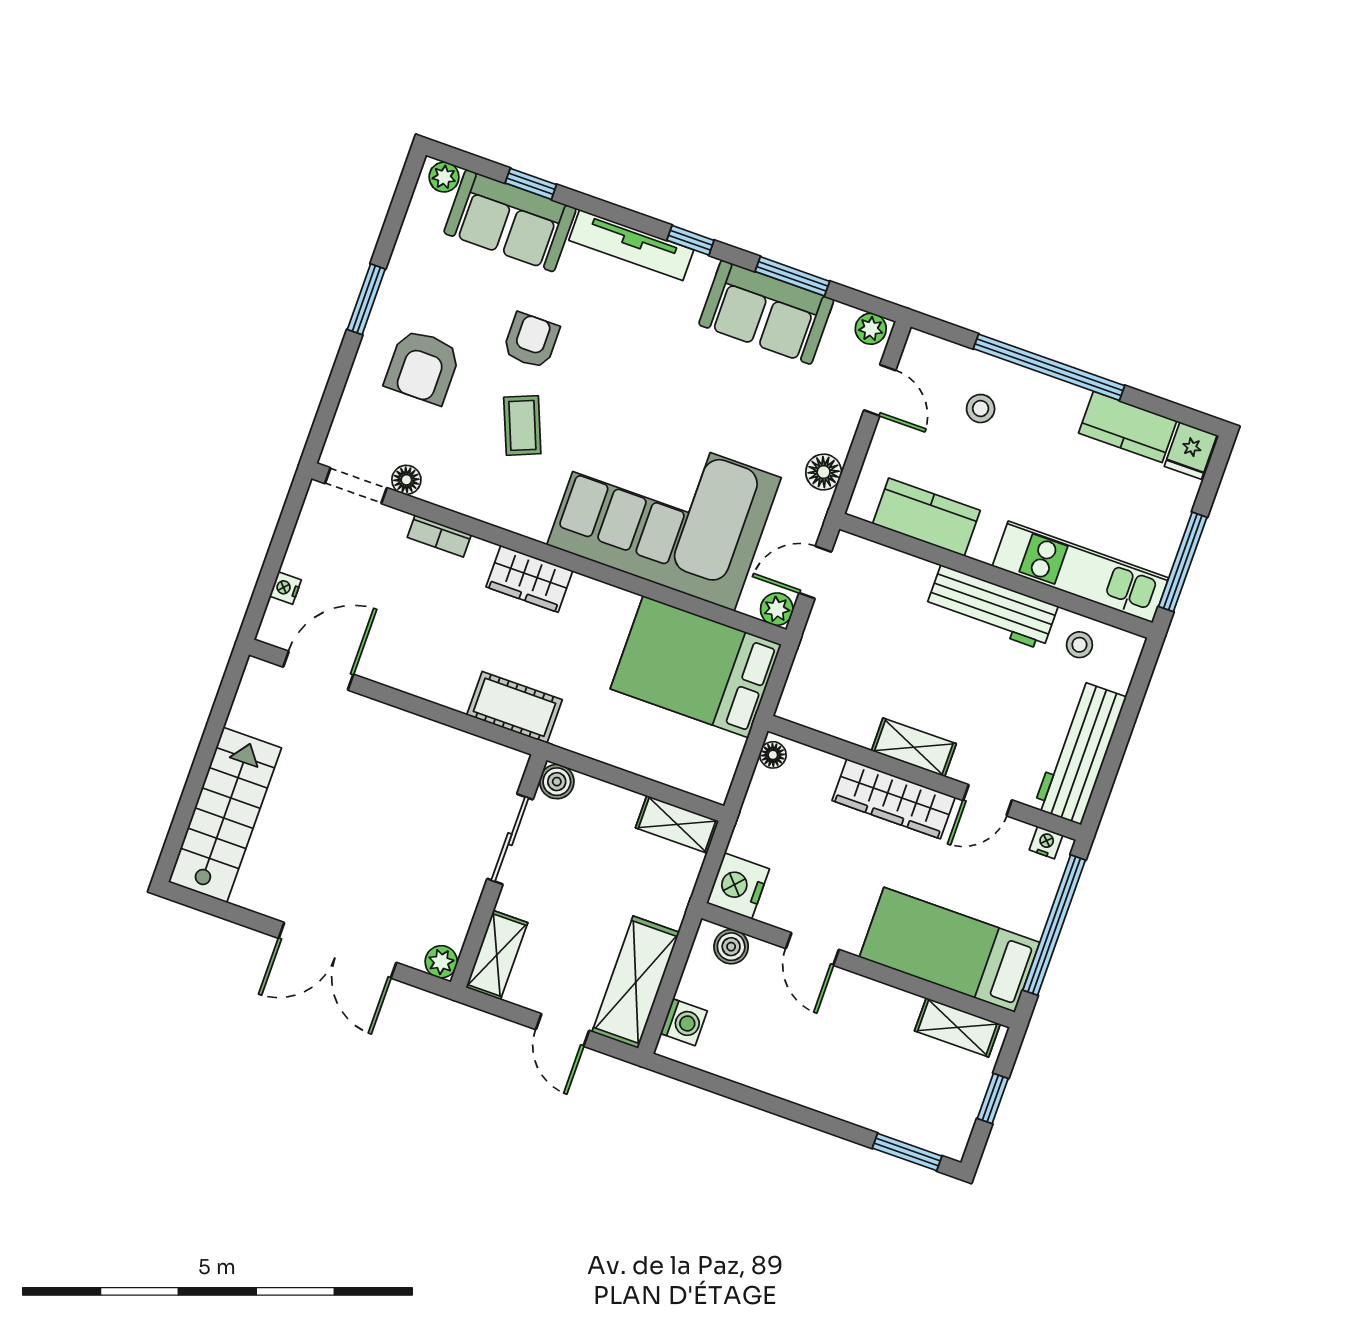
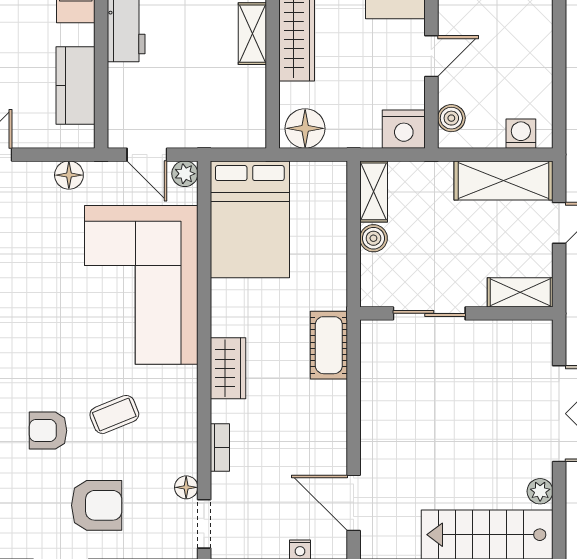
floor lamp: (773, 755) -> (305, 128), width x1.89, depth x1.89
boiler: (557, 782) -> (373, 238), moved
plant: (441, 962) -> (540, 491), moved

